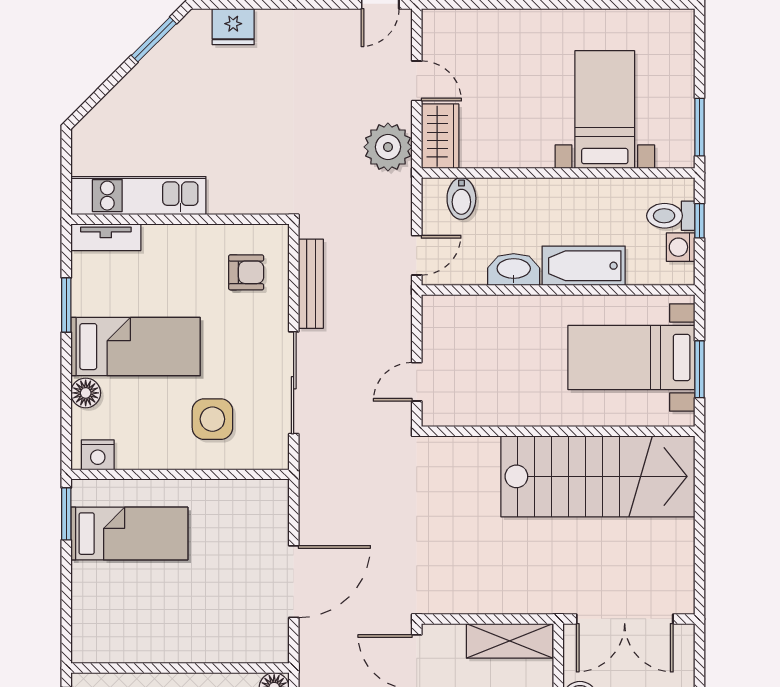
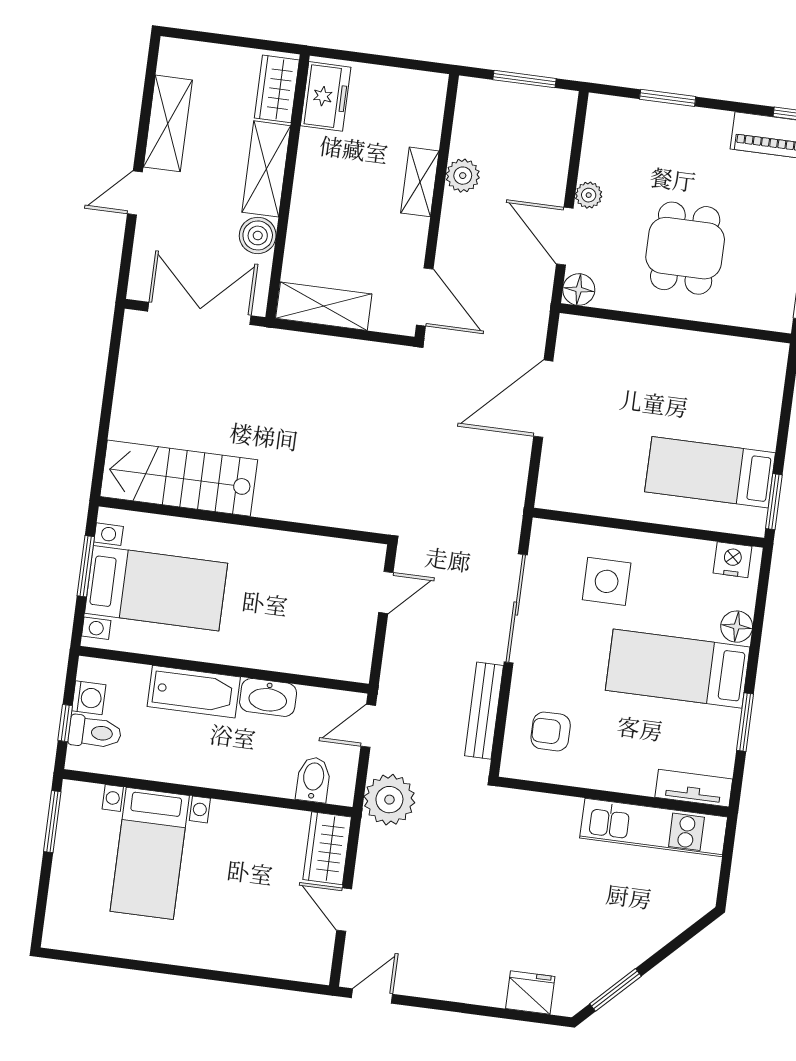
plant: (388, 147) -> (389, 800), moved
stairs: (598, 476) -> (179, 478), width x0.73, depth x0.66

